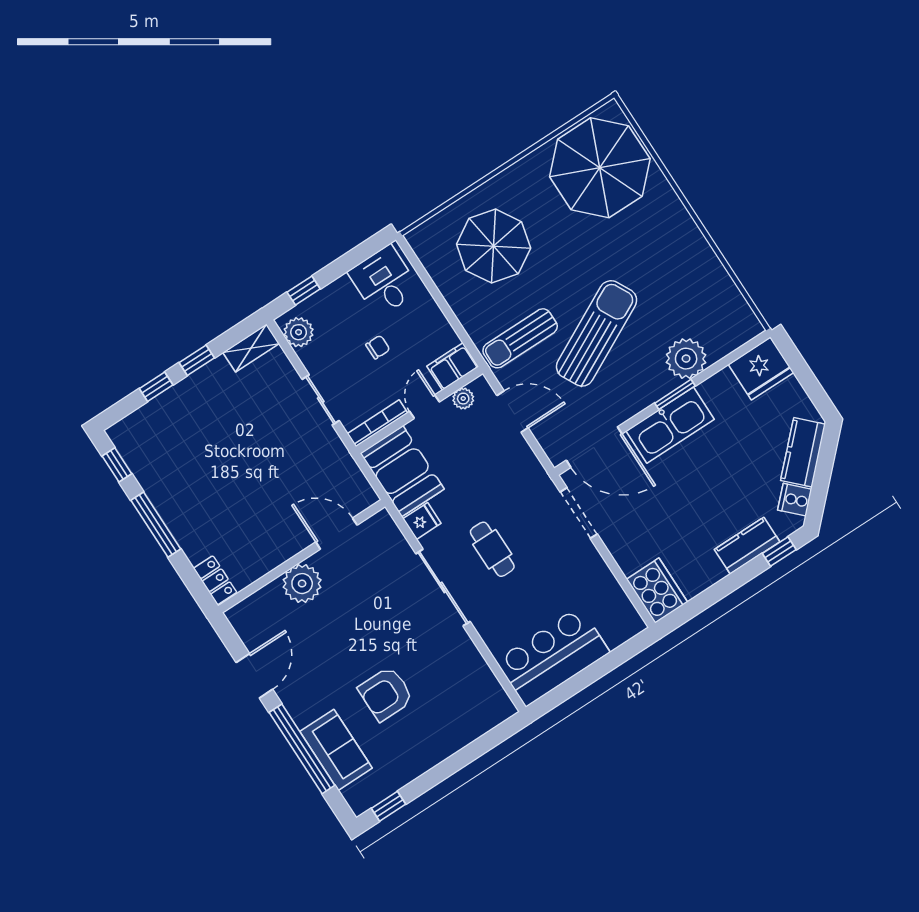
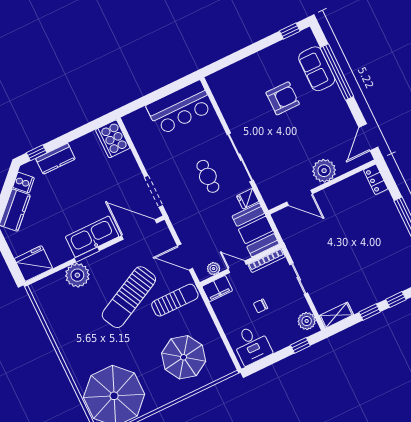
door: (425, 407) -> (237, 267), swing flipped
door: (254, 676) -> (368, 137), moved

